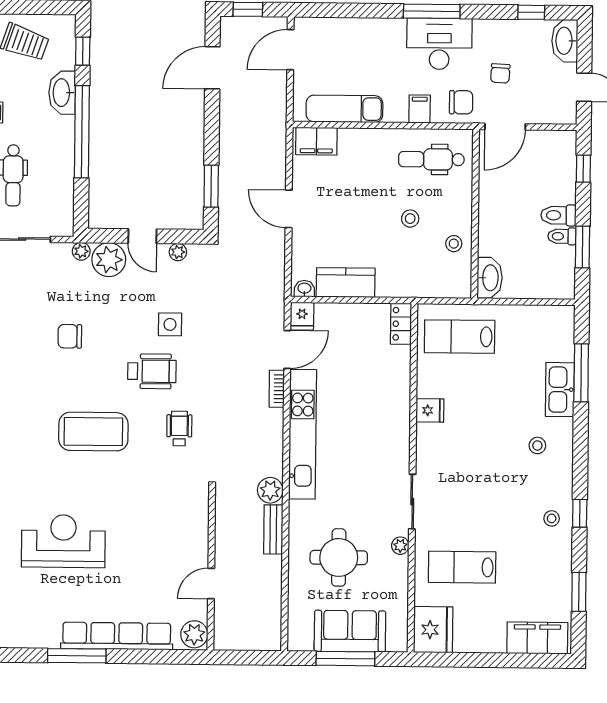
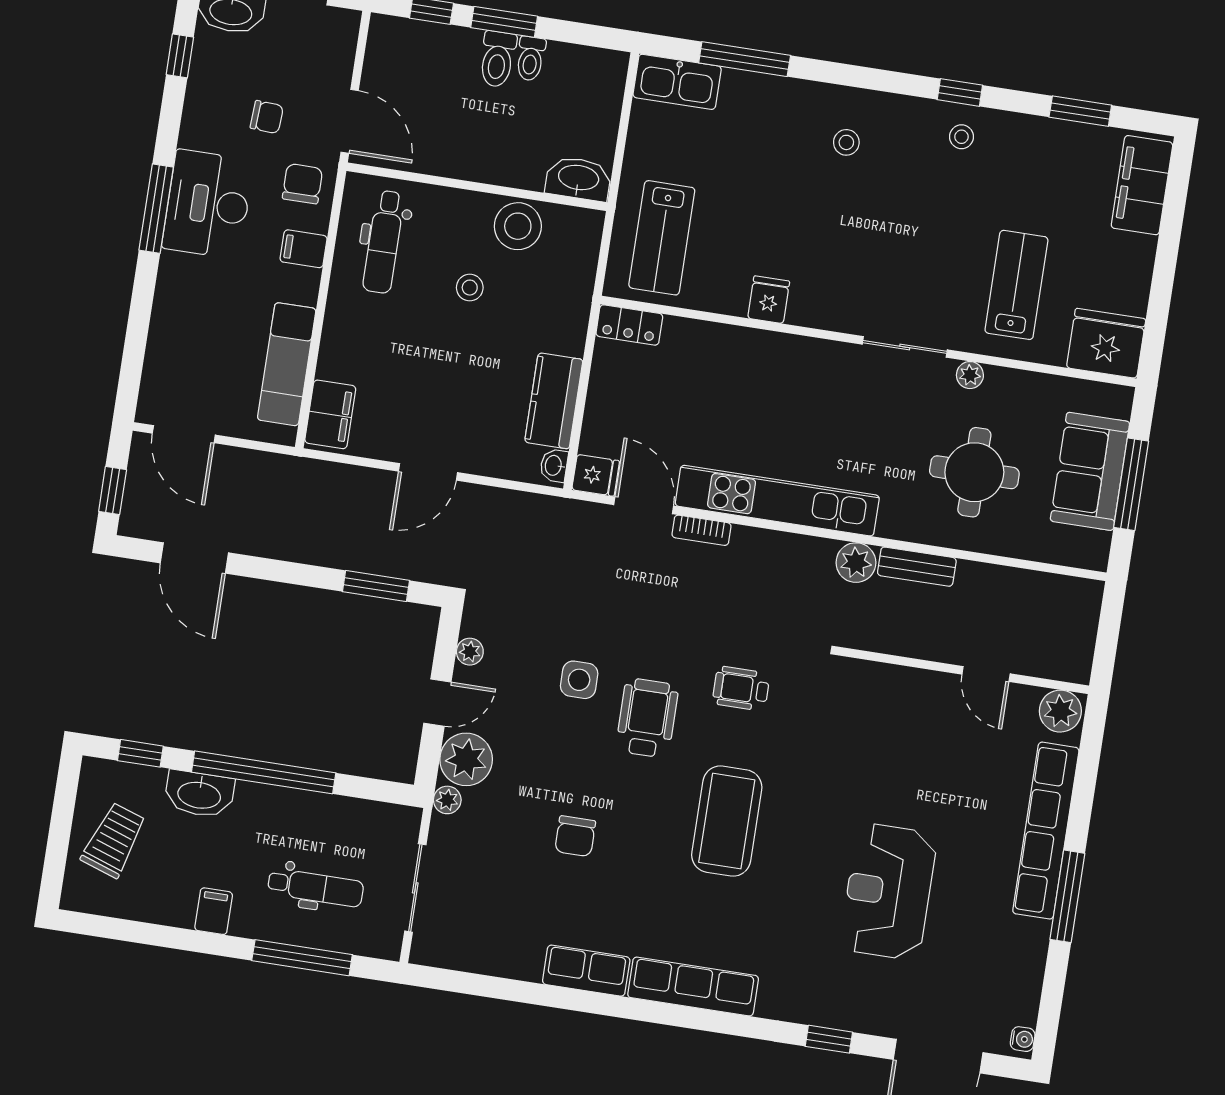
stool: (454, 244) -> (518, 226), width x1.89, depth x1.89
window: (582, 247) -> (504, 22), moved
kitchen sink: (560, 390) -> (677, 82), moved
lab bench: (462, 567) -> (1016, 285), turned 180

